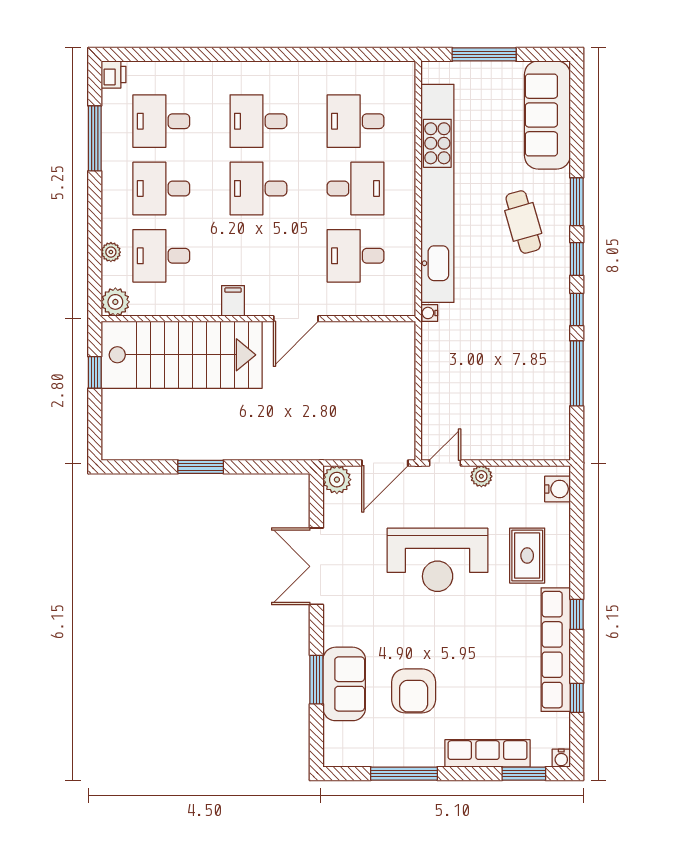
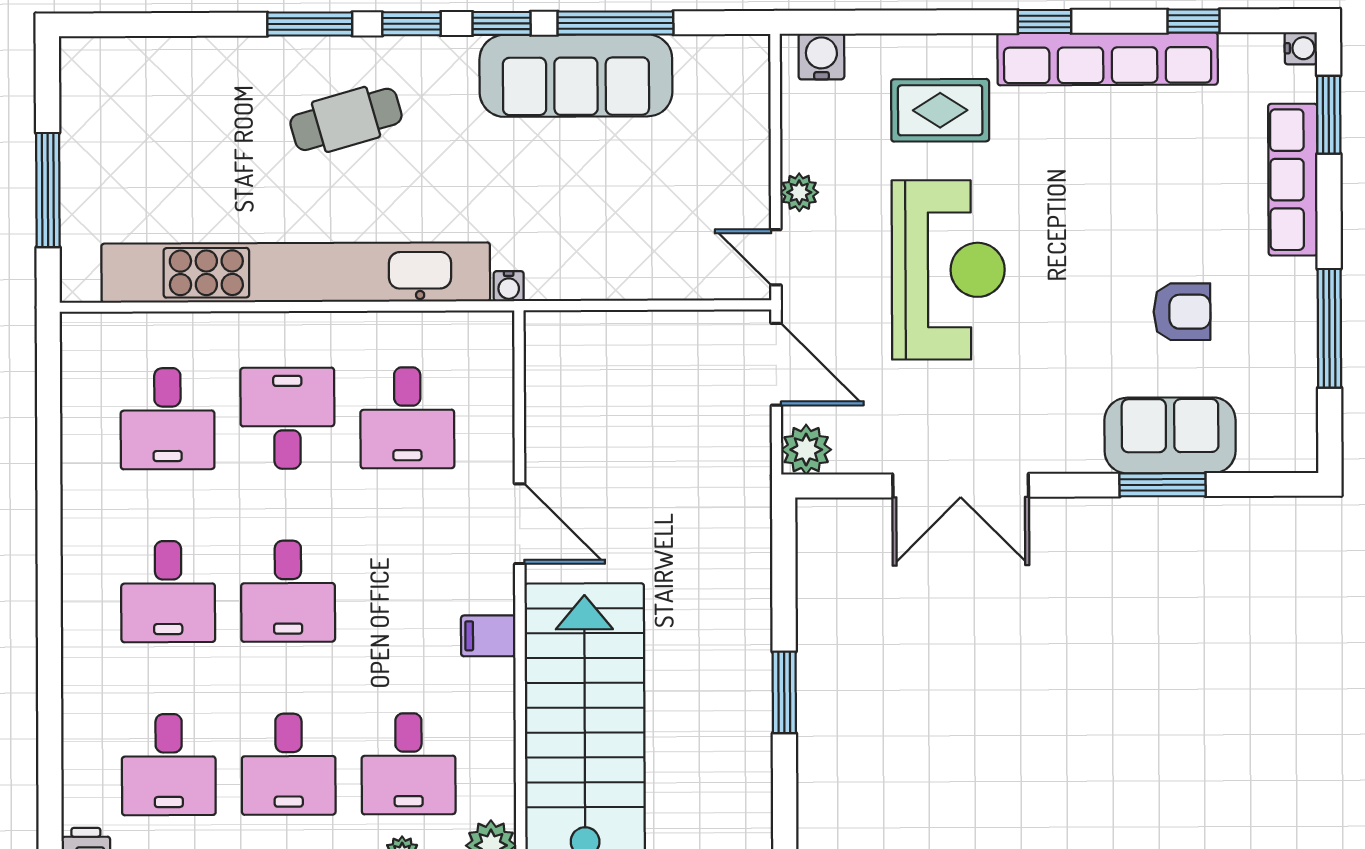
sofa: (547, 115) -> (576, 76), moved
armchair: (414, 691) -> (1182, 312), width x0.72, depth x0.72

